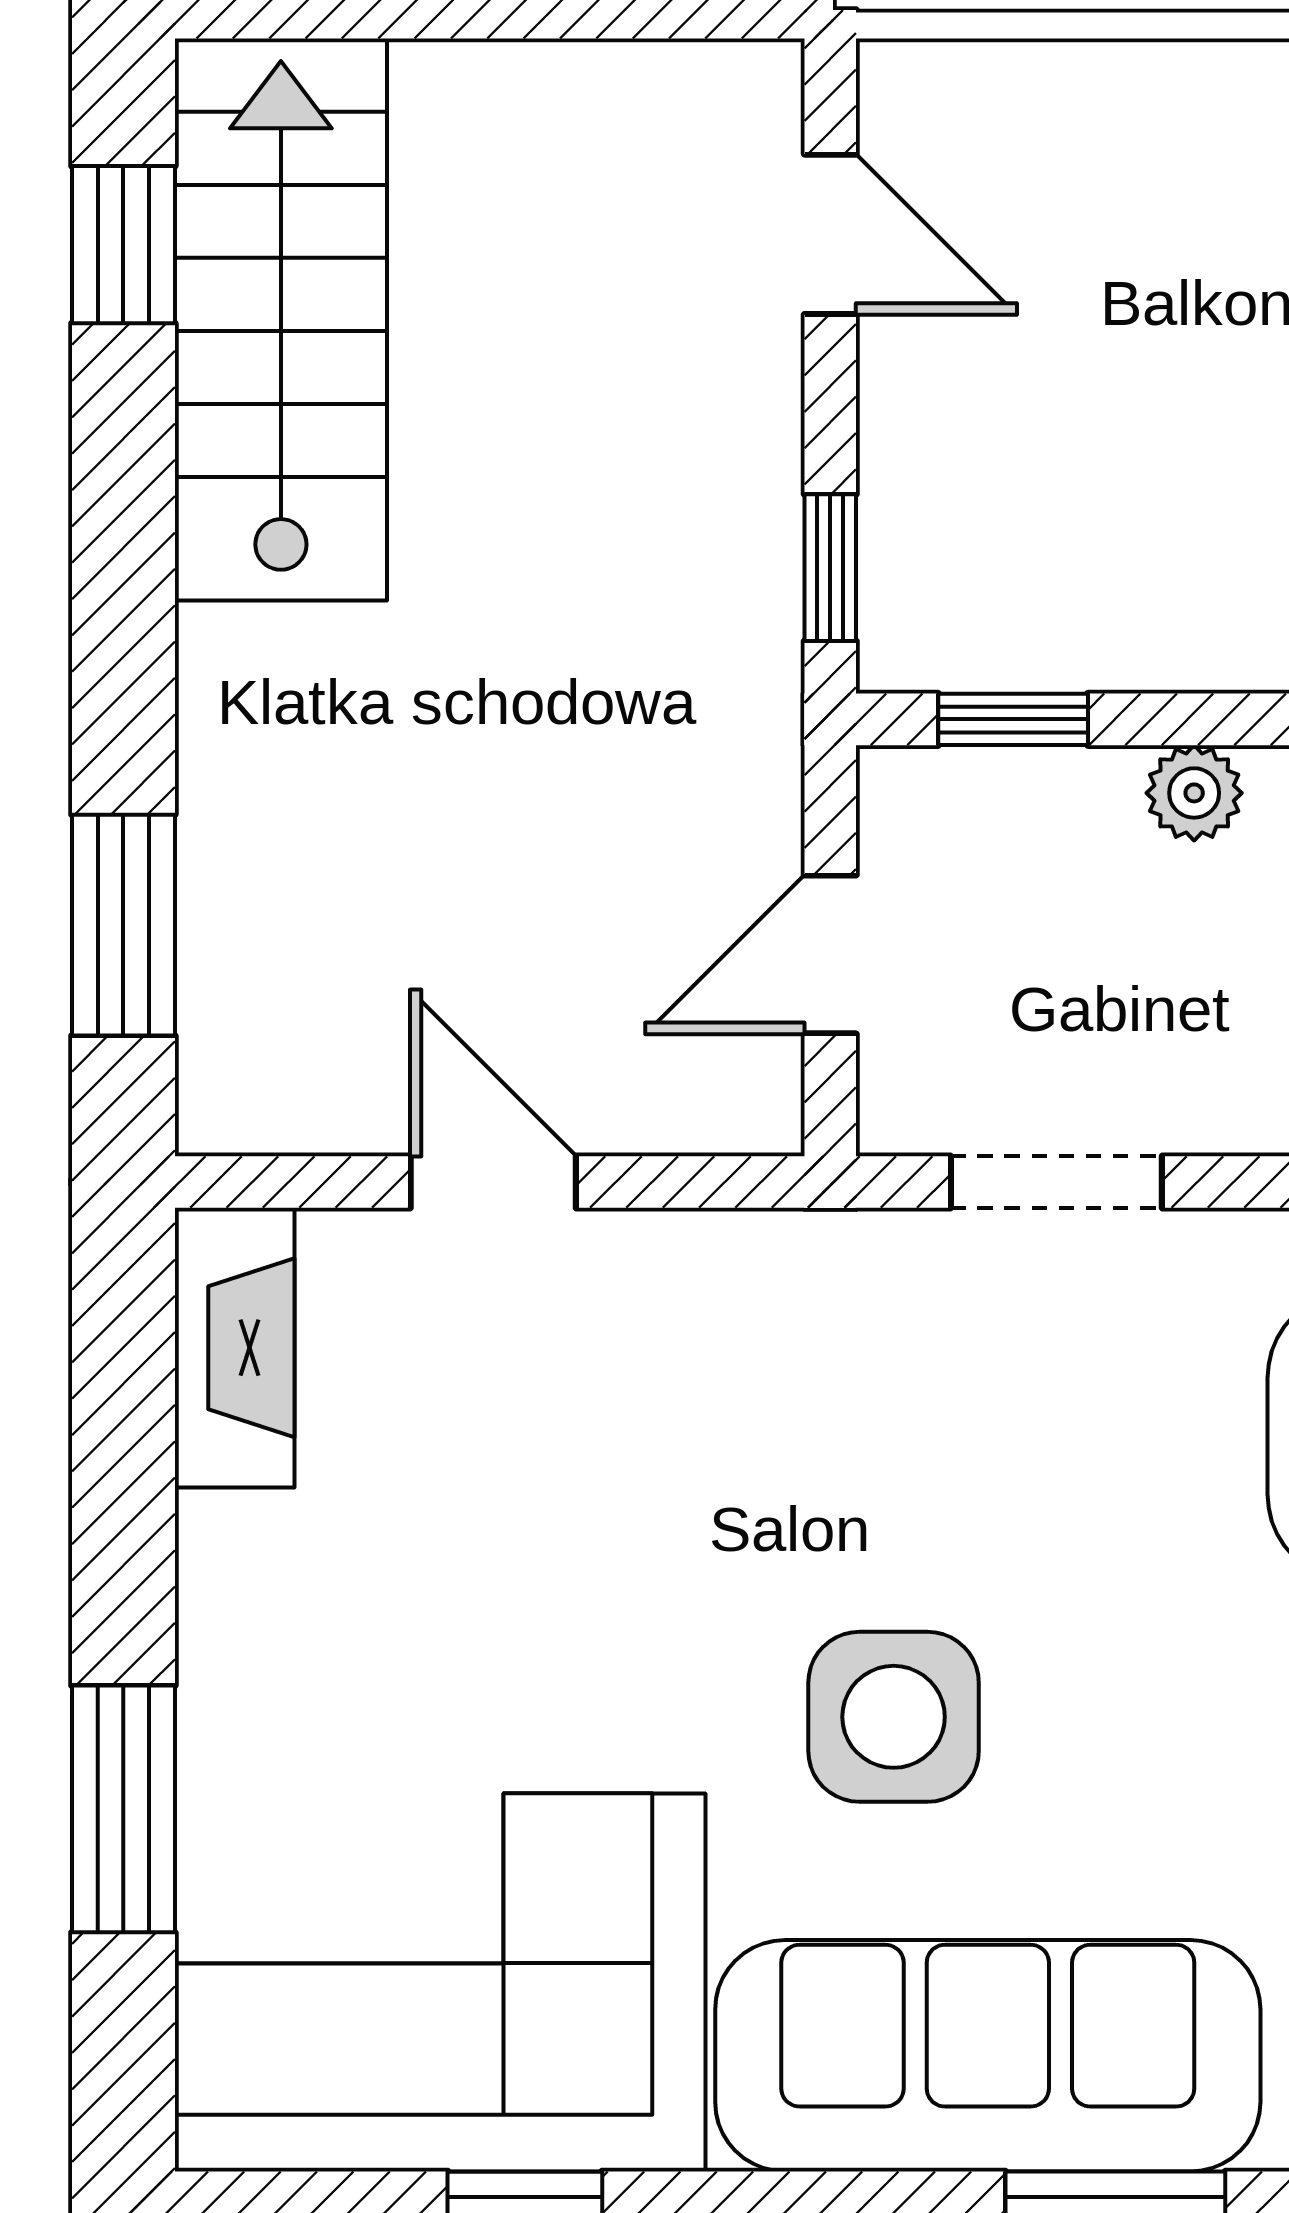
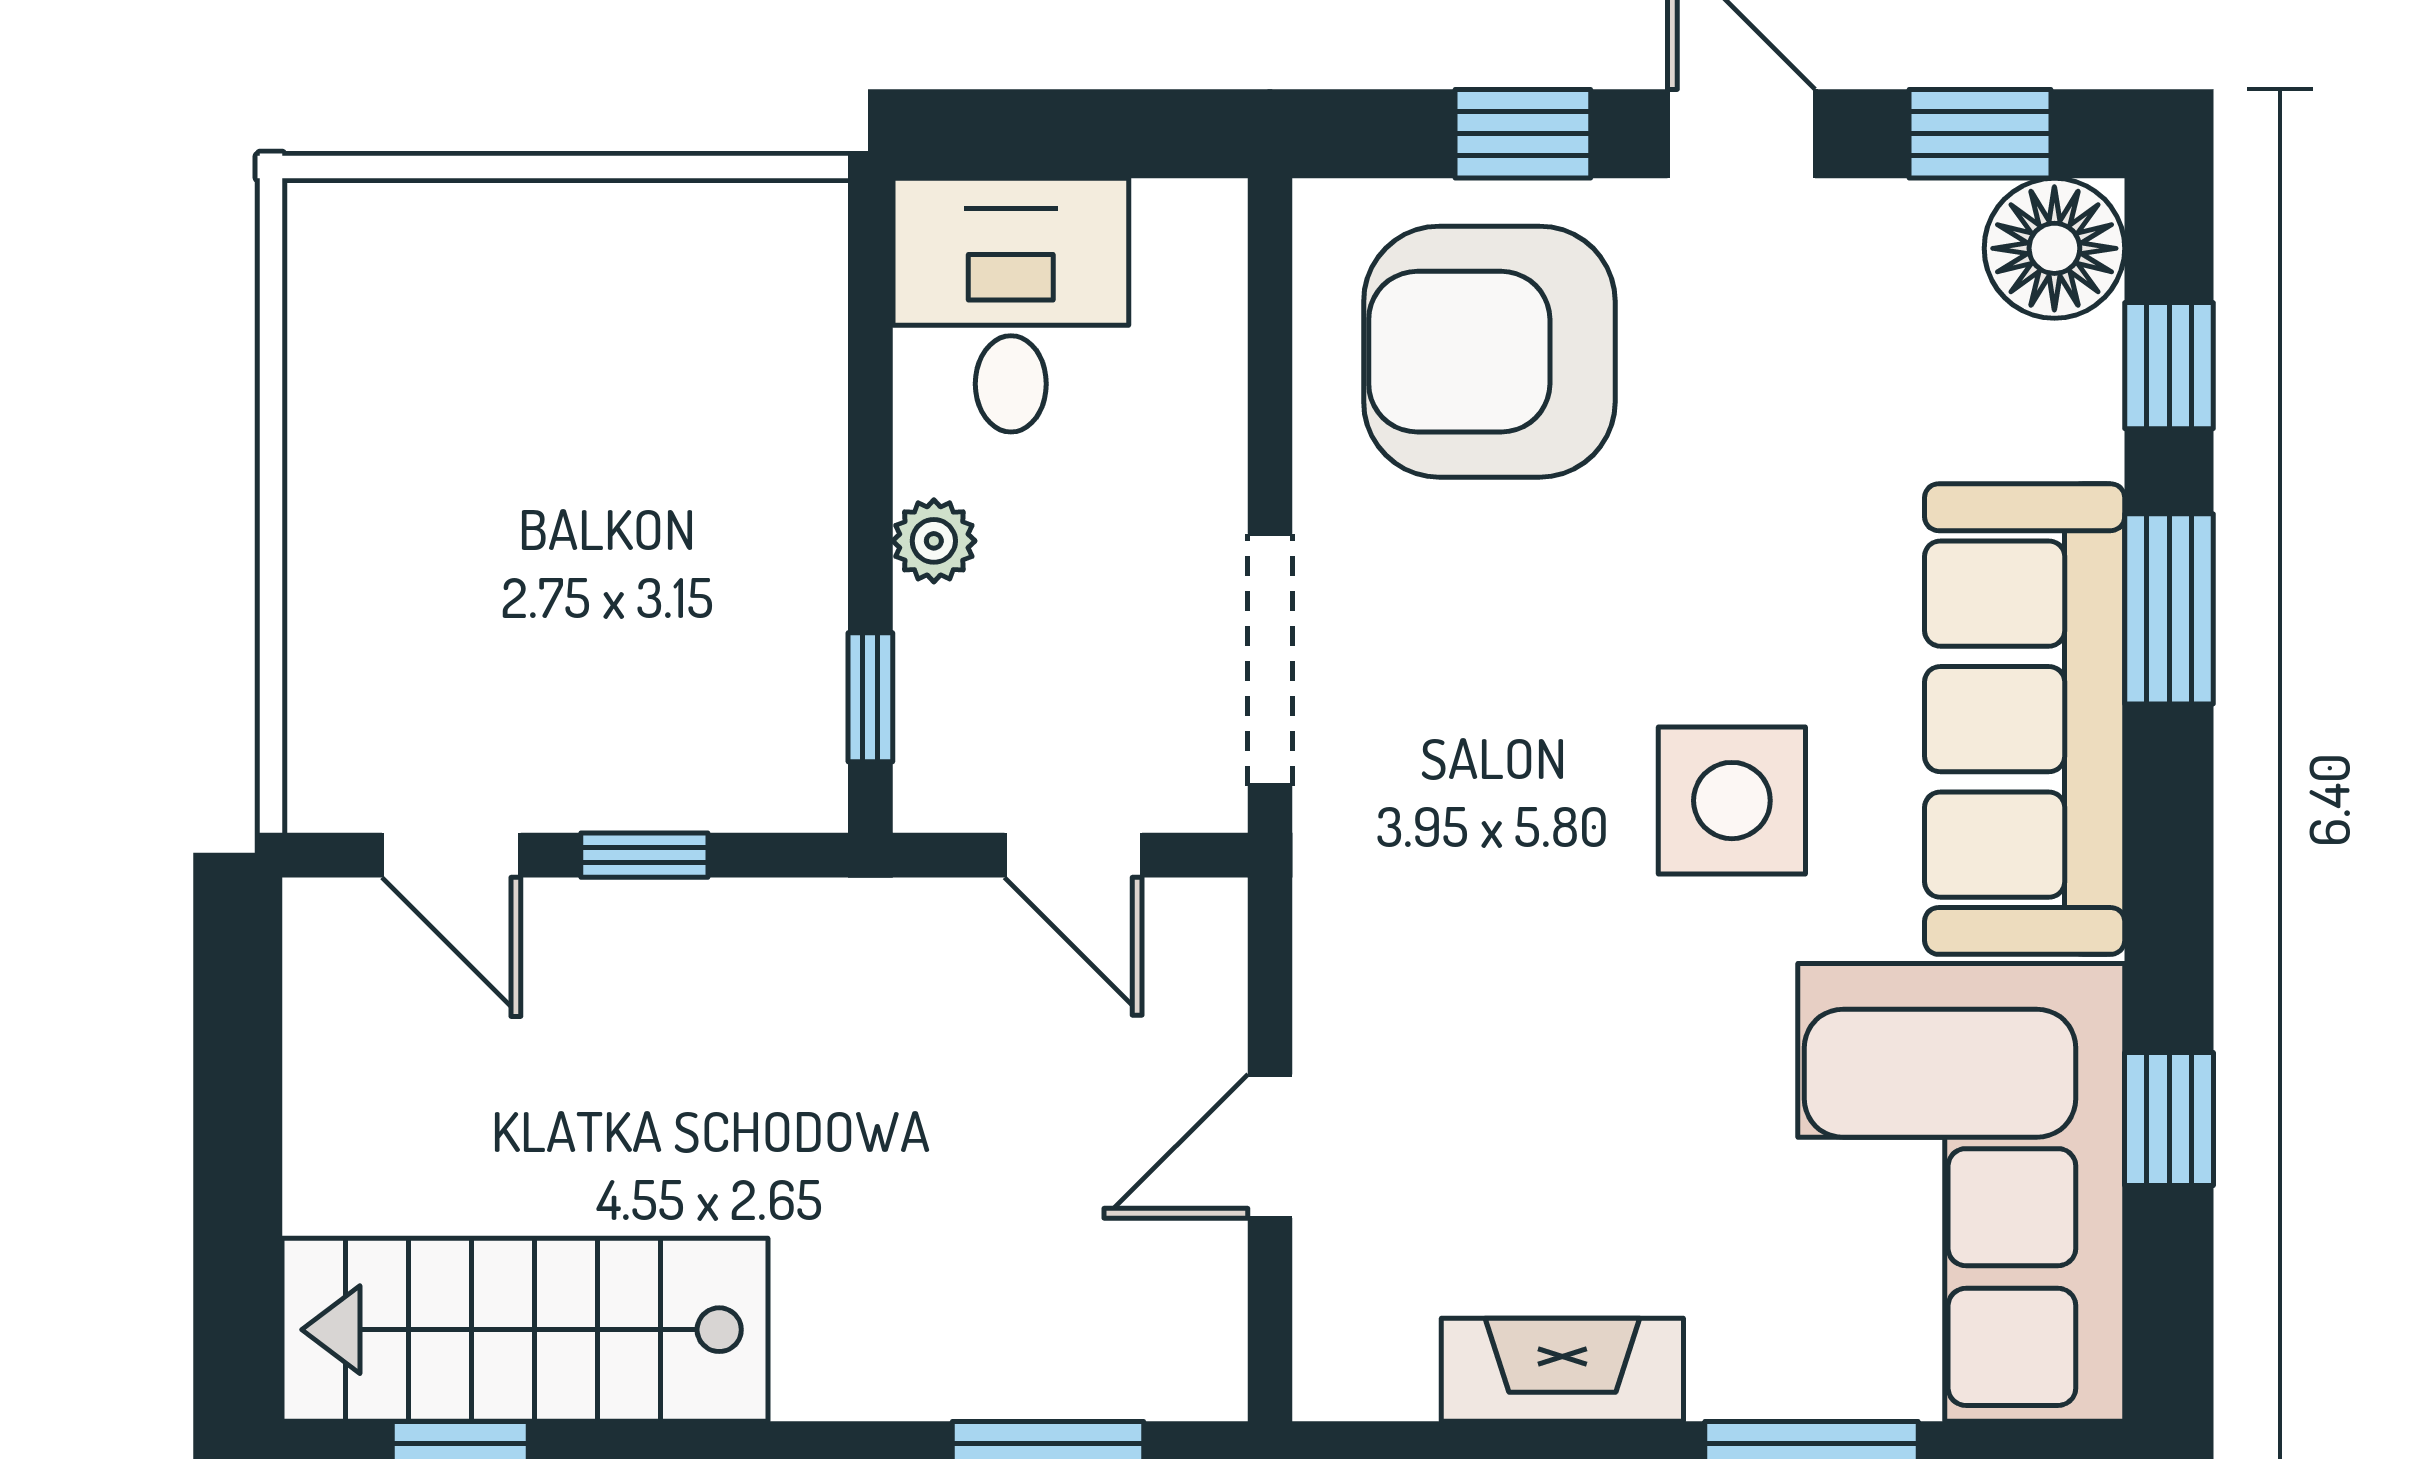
door: (830, 234) -> (451, 855), swing flipped
window: (830, 568) -> (644, 855), moved
doorway: (1056, 1182) -> (1270, 660), width x1.38
fireplace: (235, 1348) -> (1562, 1370), moved

